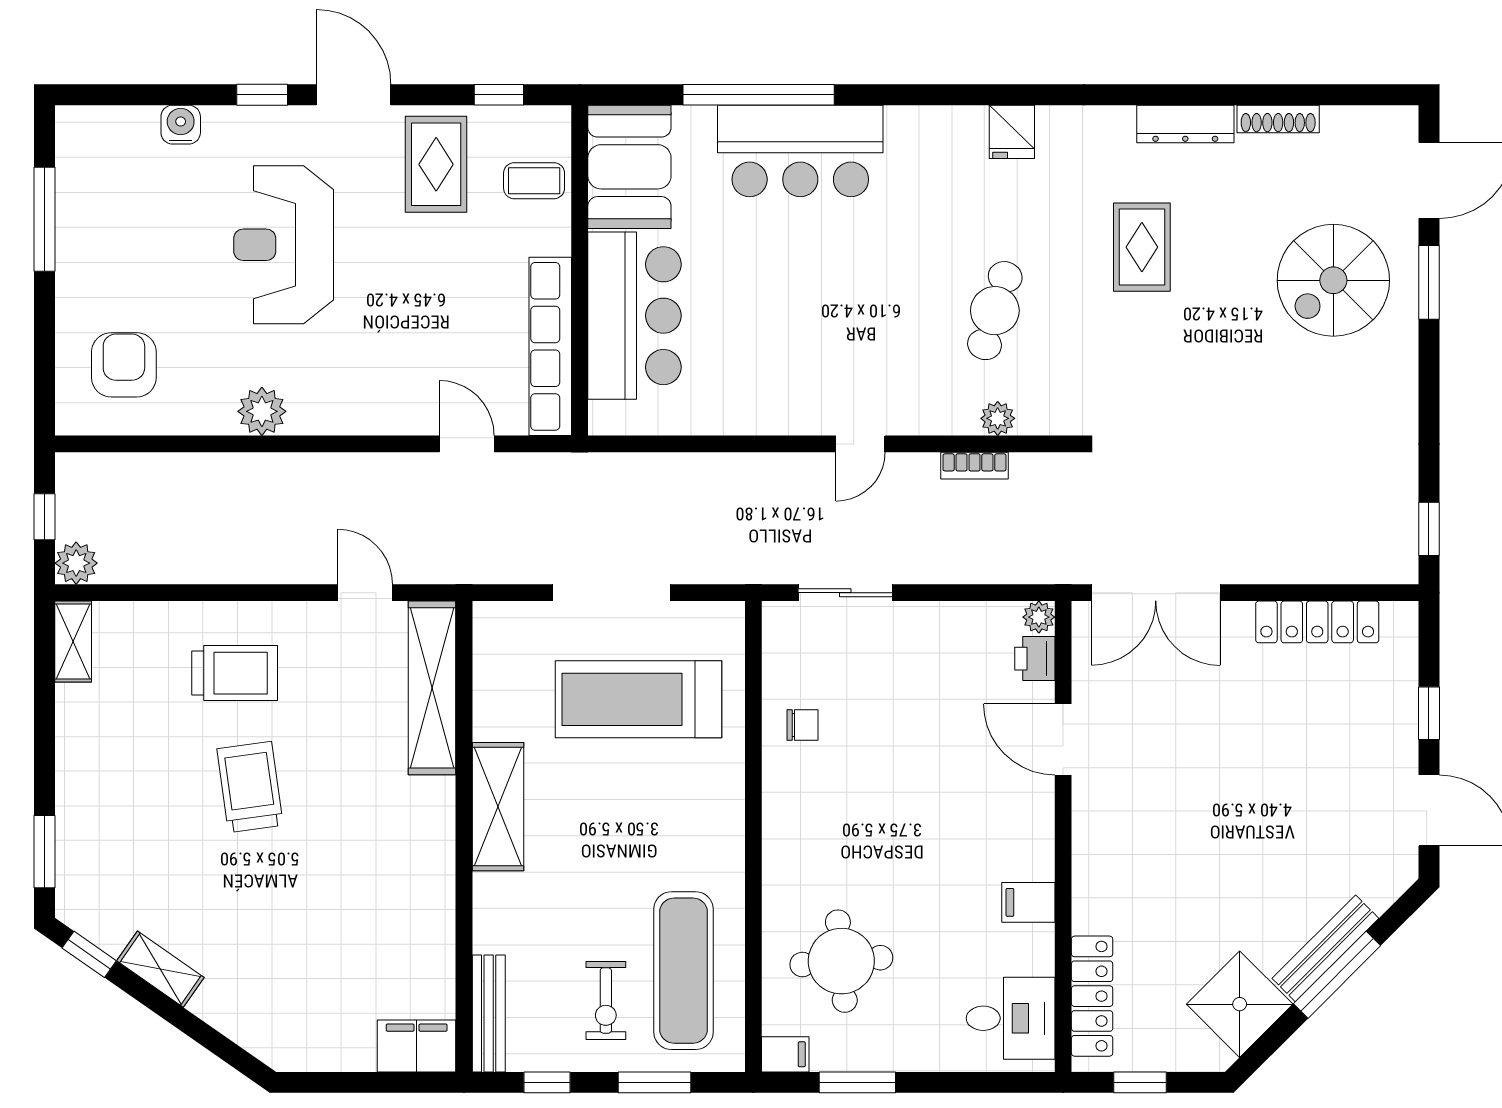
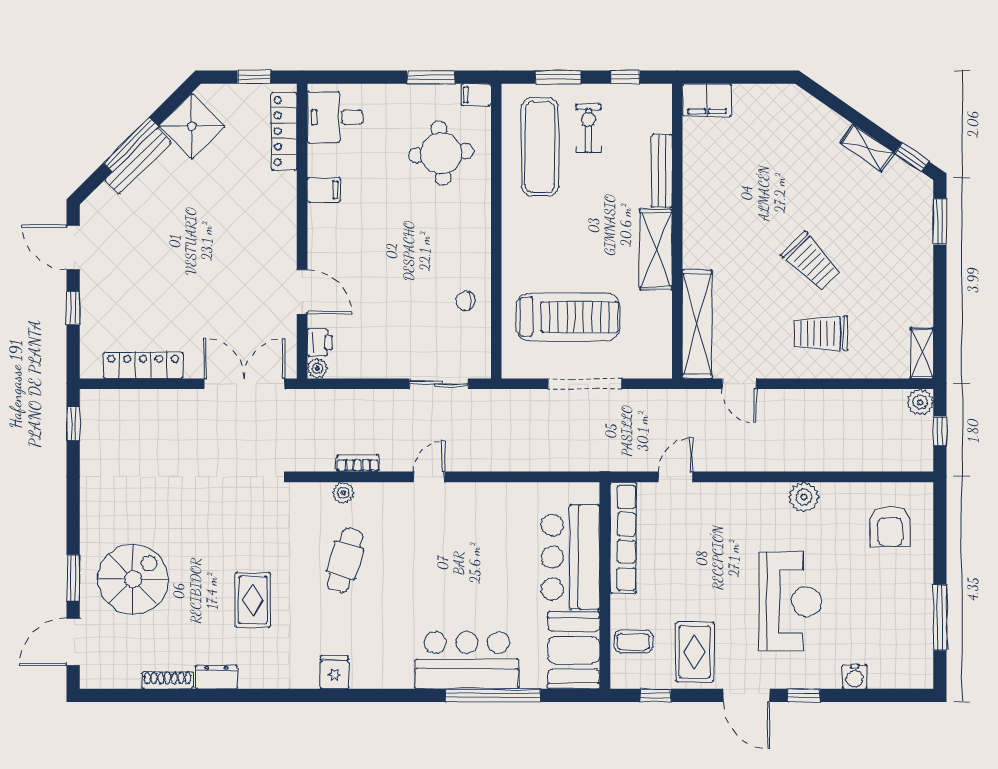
dresser: (1185, 124) -> (216, 677), width x0.70
door: (467, 444) -> (676, 477), swing flipped
trolley: (250, 787) -> (811, 262), turned -36
bench: (489, 1013) -> (662, 171), moved

